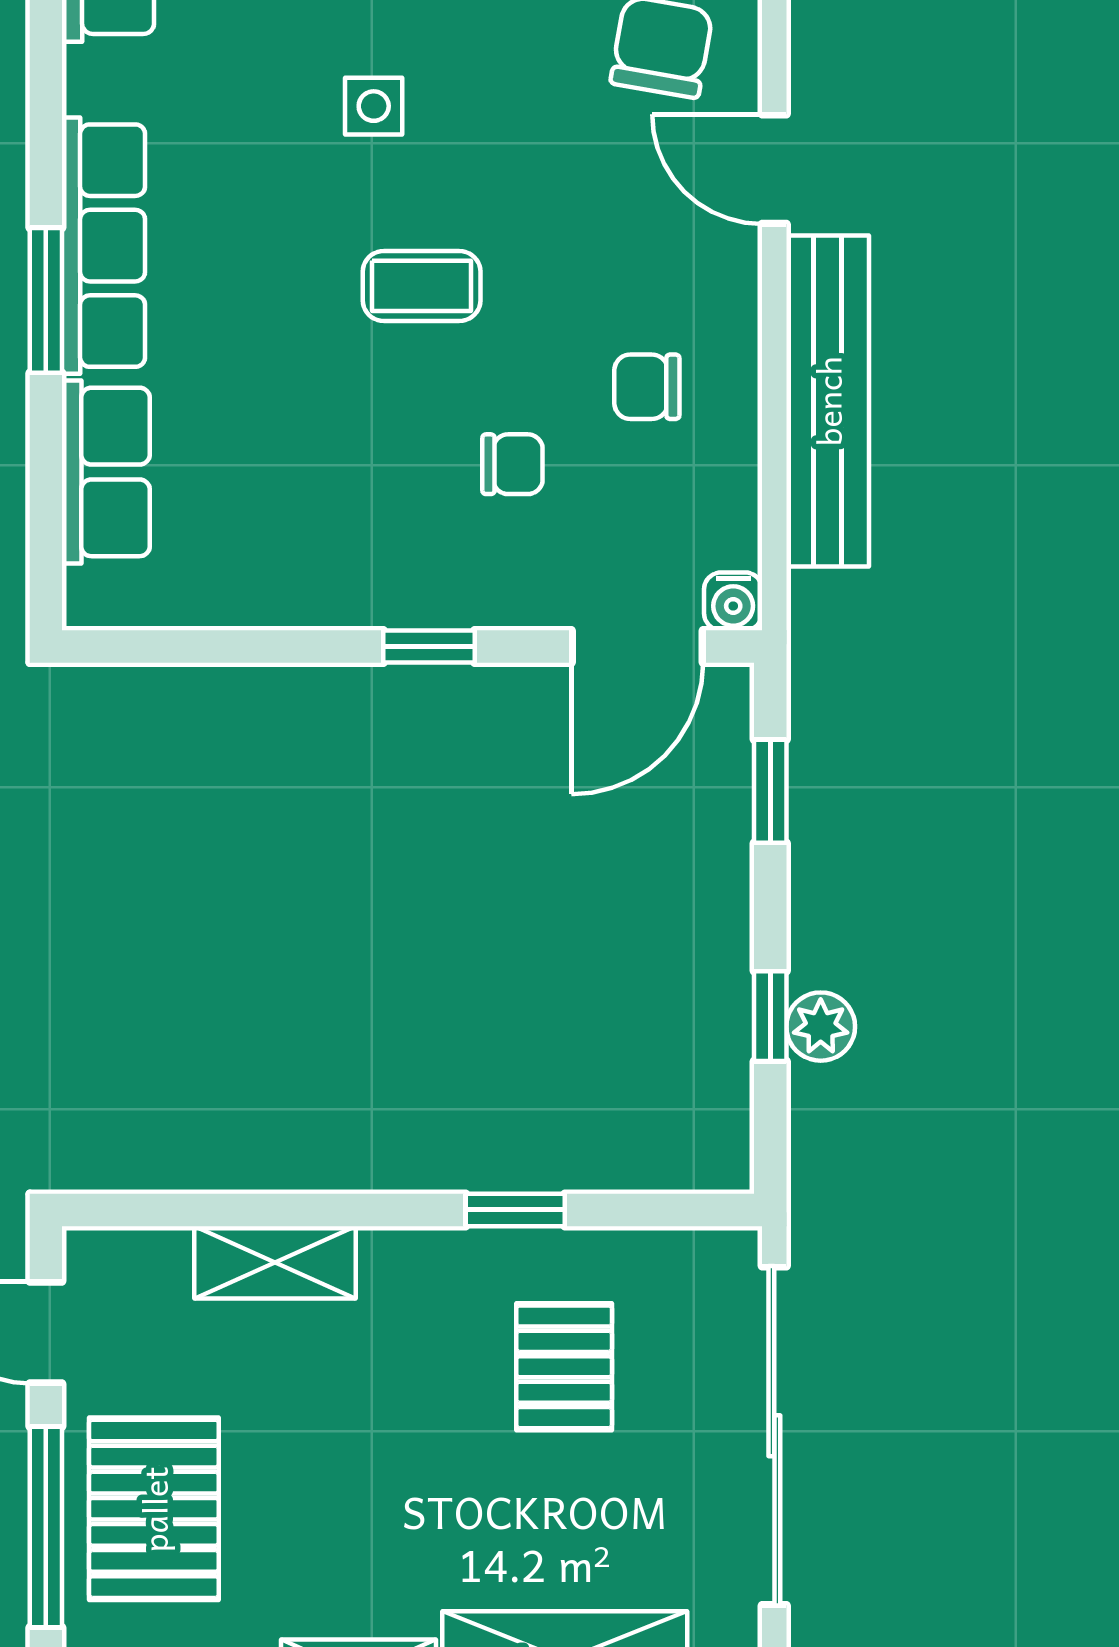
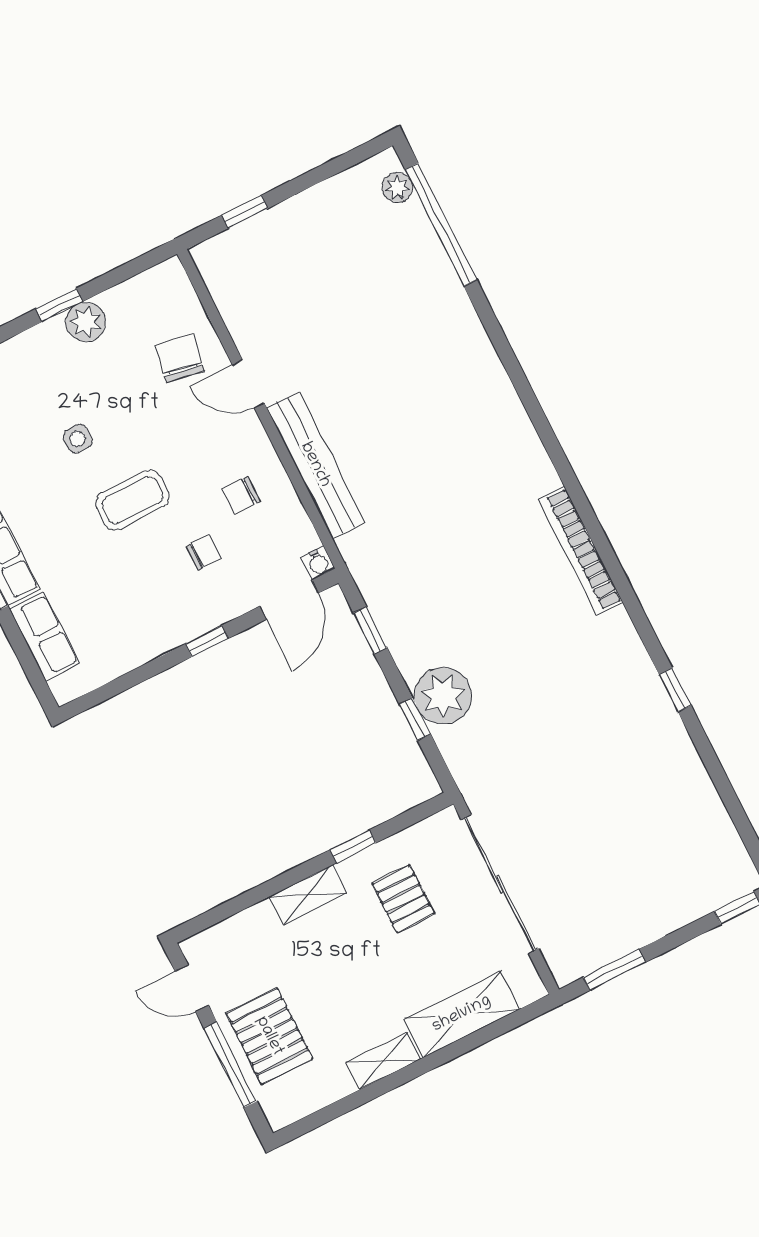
coffee table: (422, 286) -> (132, 500), width x1.36, depth x1.30
plant: (821, 1027) -> (443, 696), width x1.88, depth x1.88
shelving: (275, 1262) -> (308, 895), moved

